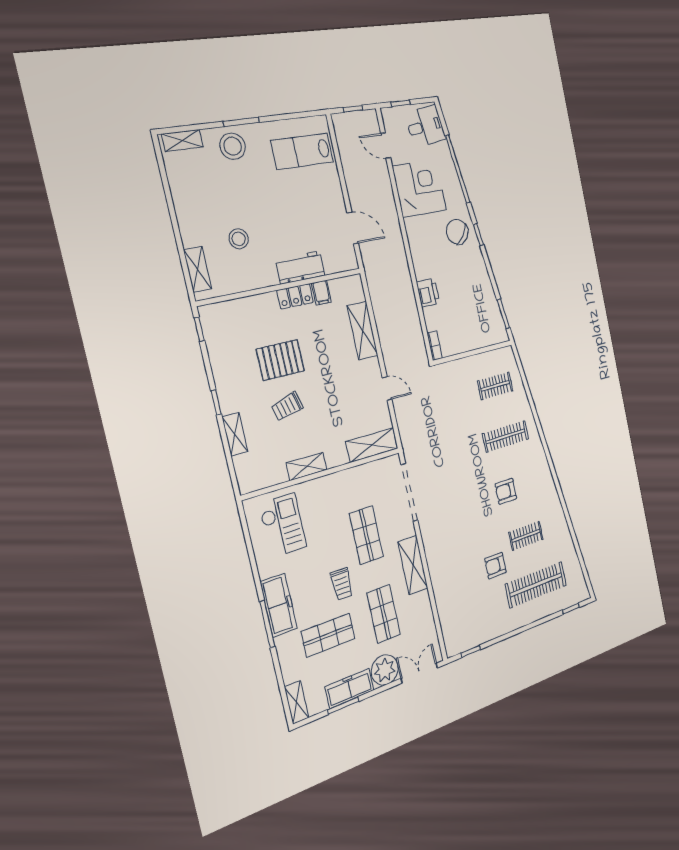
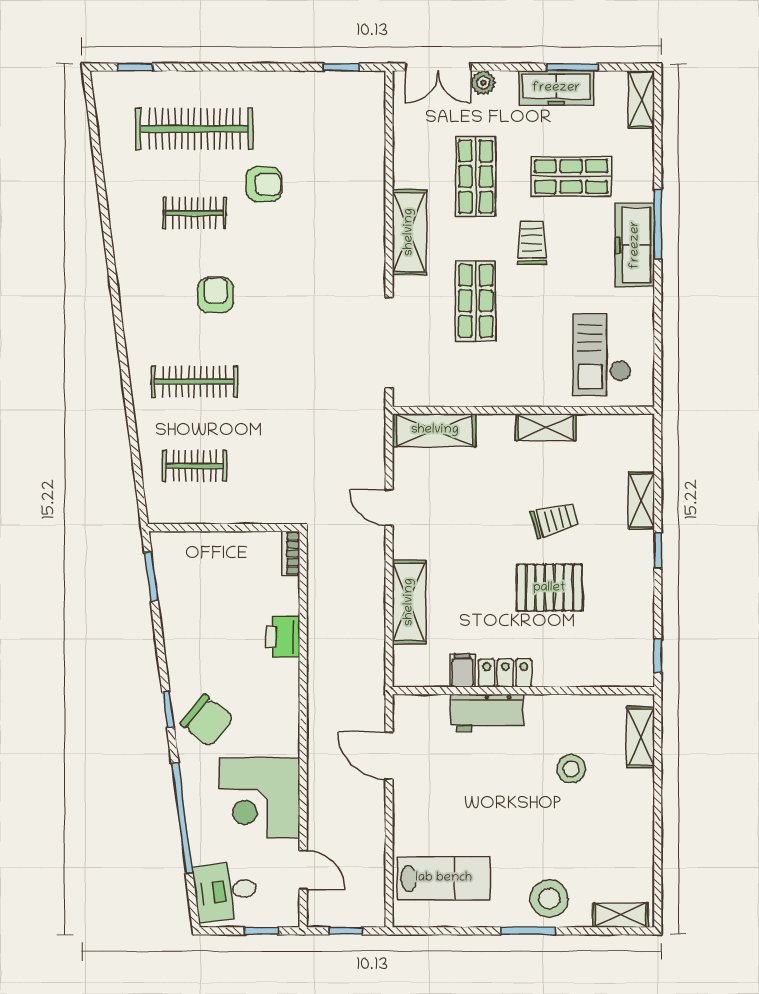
armchair: (506, 491) -> (216, 295), turned -90
plant: (385, 670) -> (483, 83), width x0.53, depth x0.53

